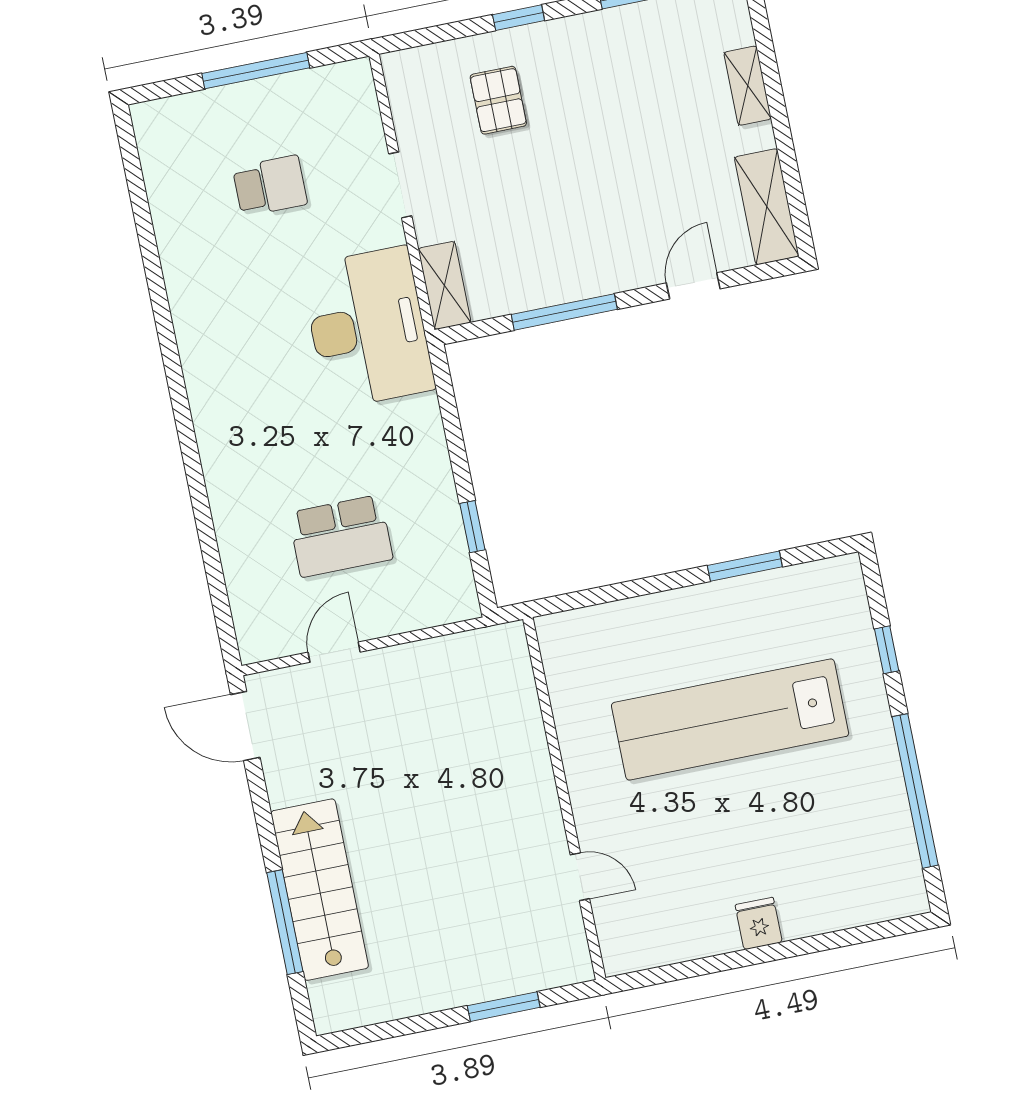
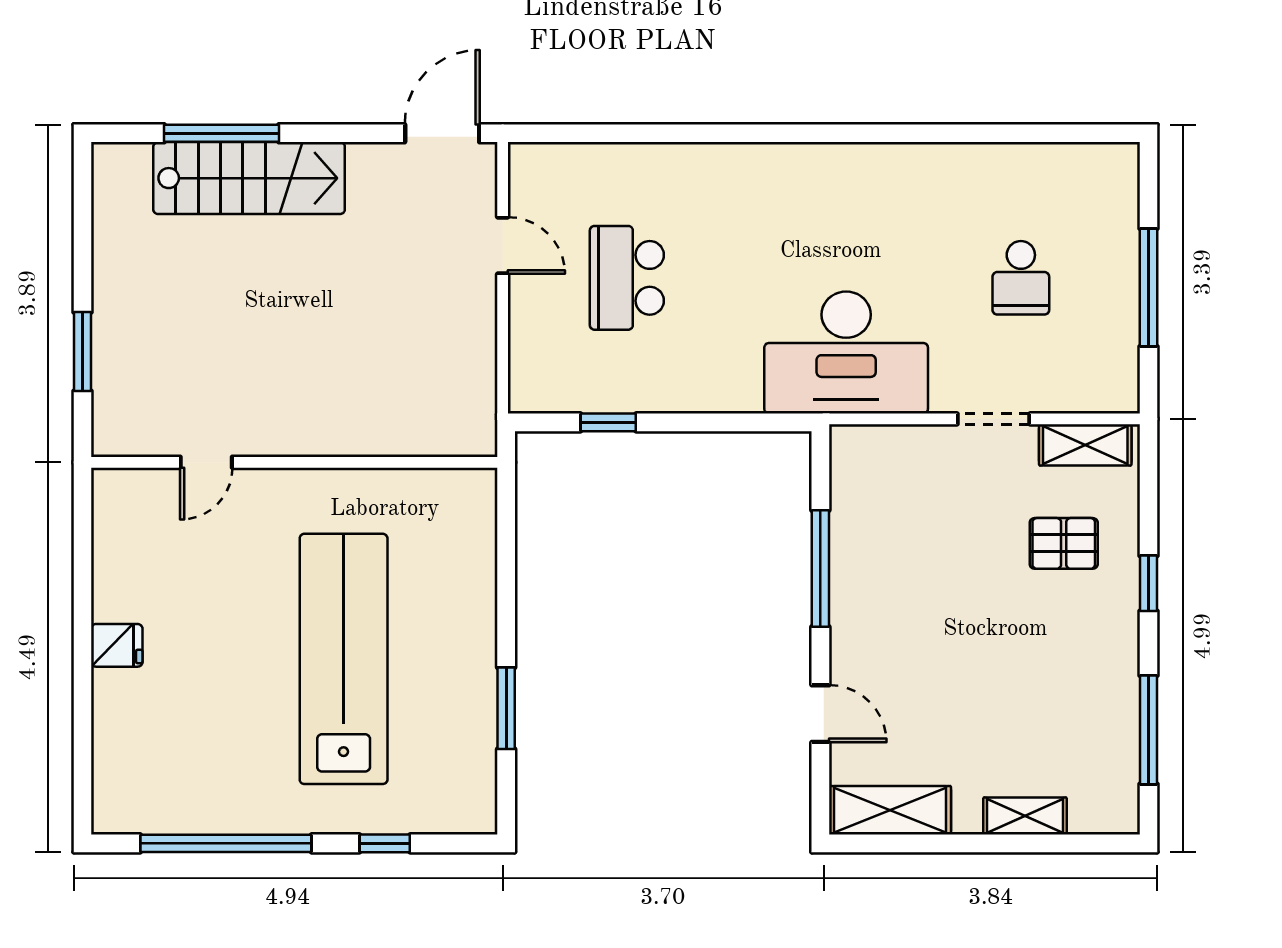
shelving: (445, 285) -> (1085, 445), moved

